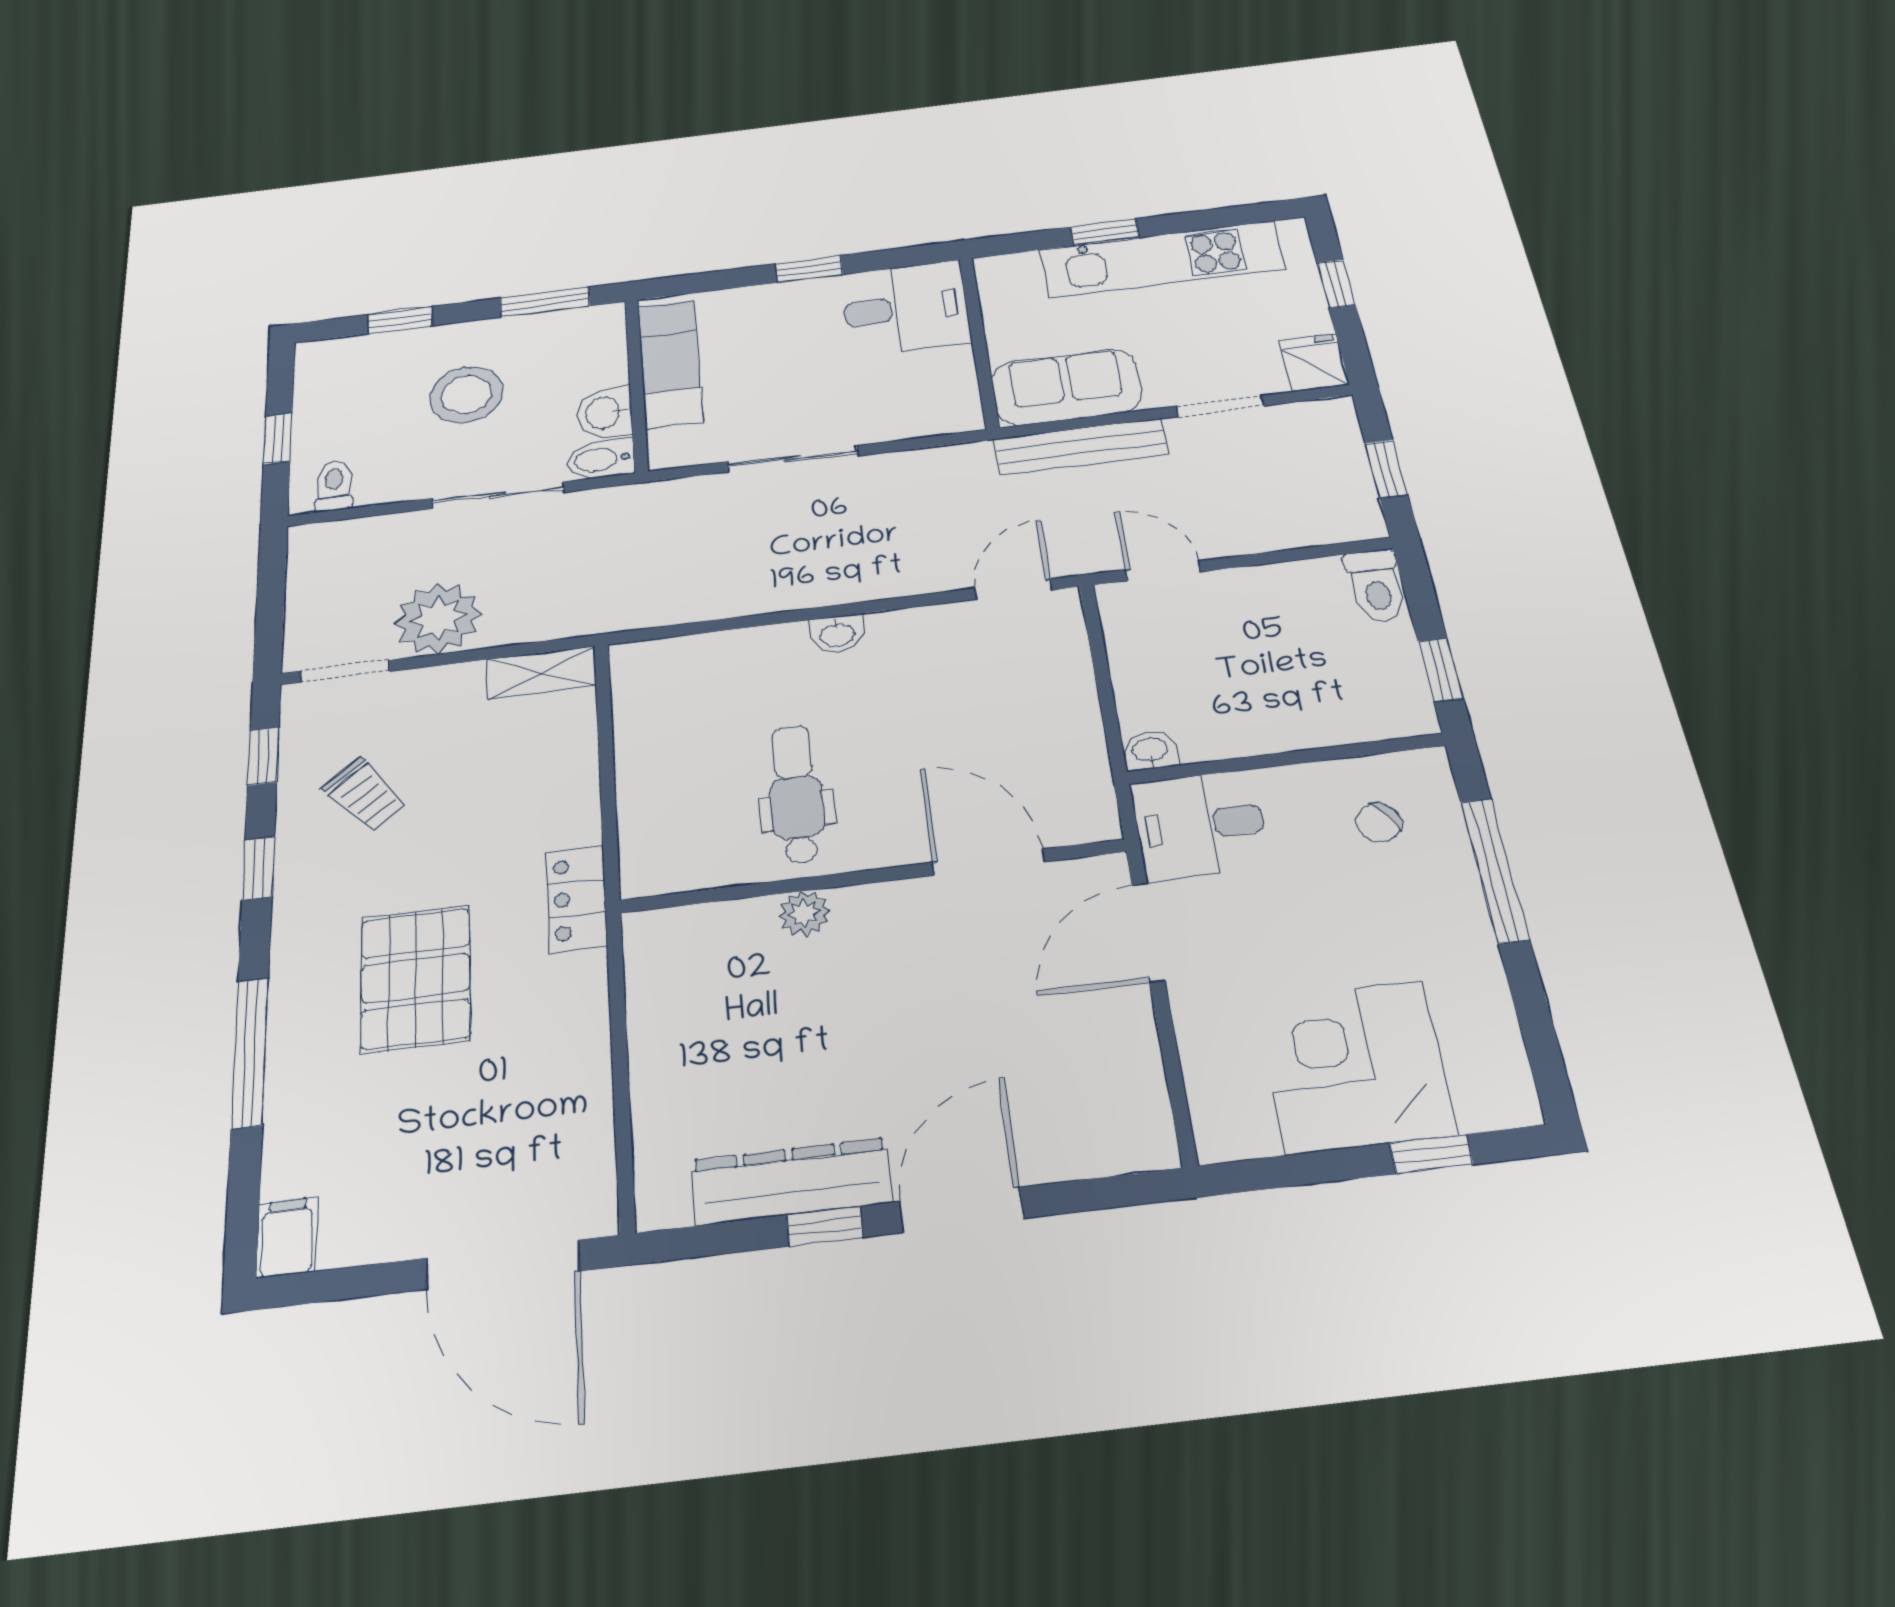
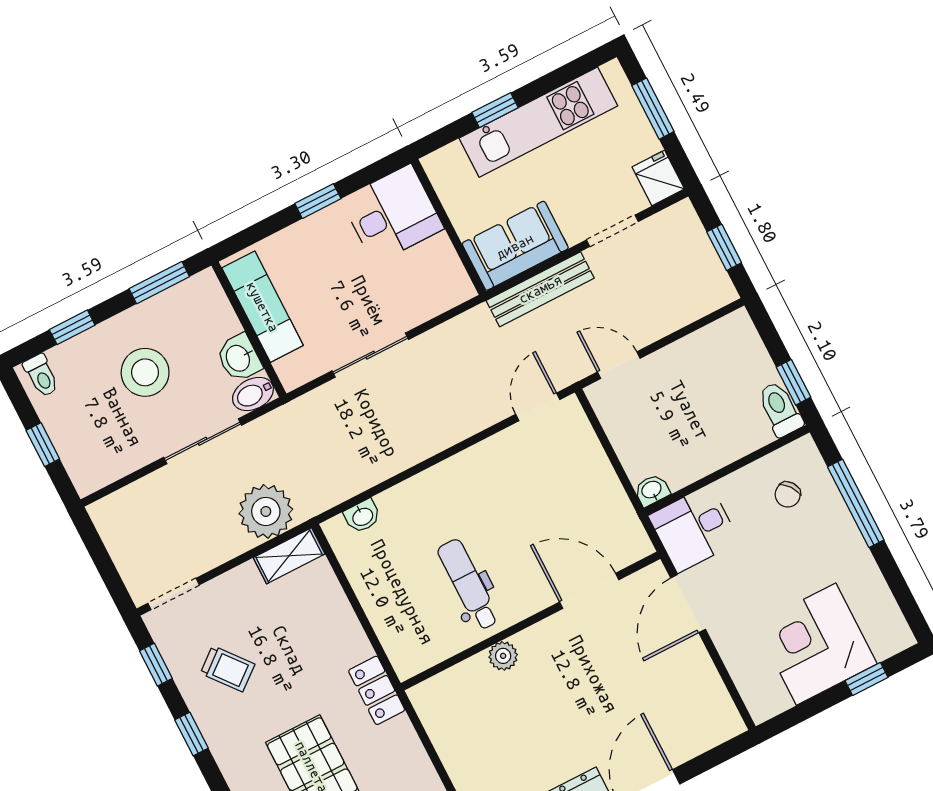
window: (1336, 284) -> (653, 109), width x1.50
toilet: (334, 486) -> (41, 376), moved, turned 180
toilet: (1376, 586) -> (780, 409), moved, turned 180
plant: (438, 618) -> (266, 511), moved
washbasin: (837, 634) -> (362, 516), moved

